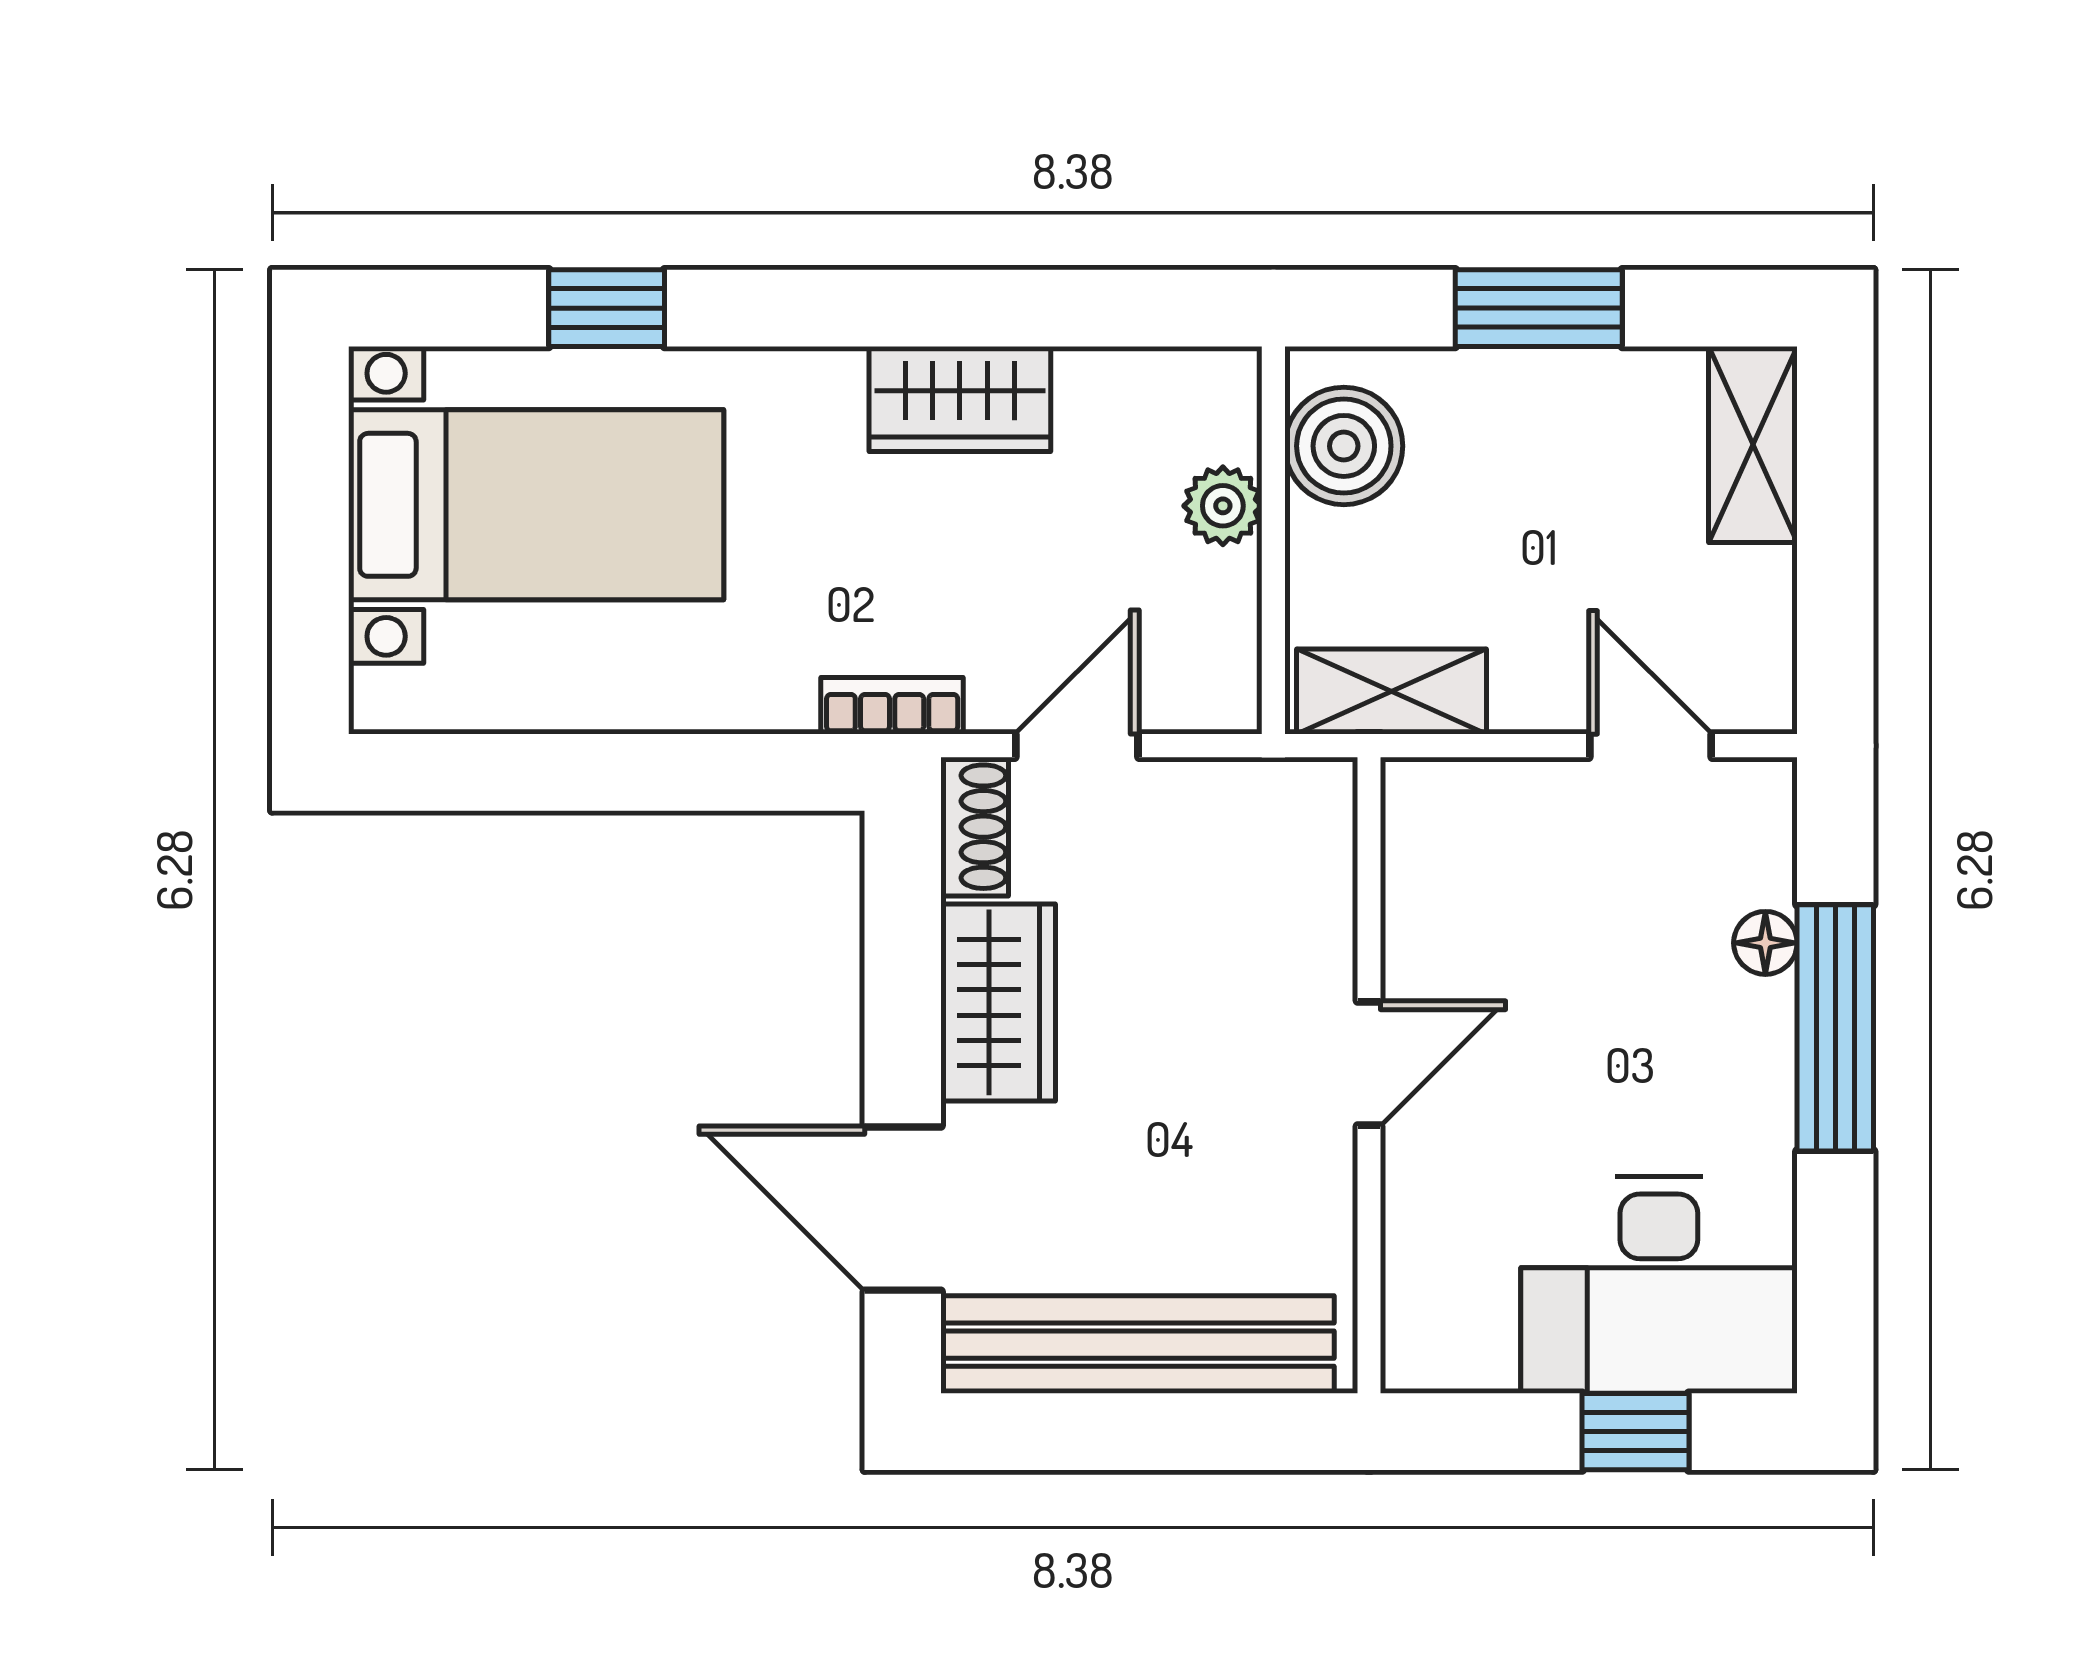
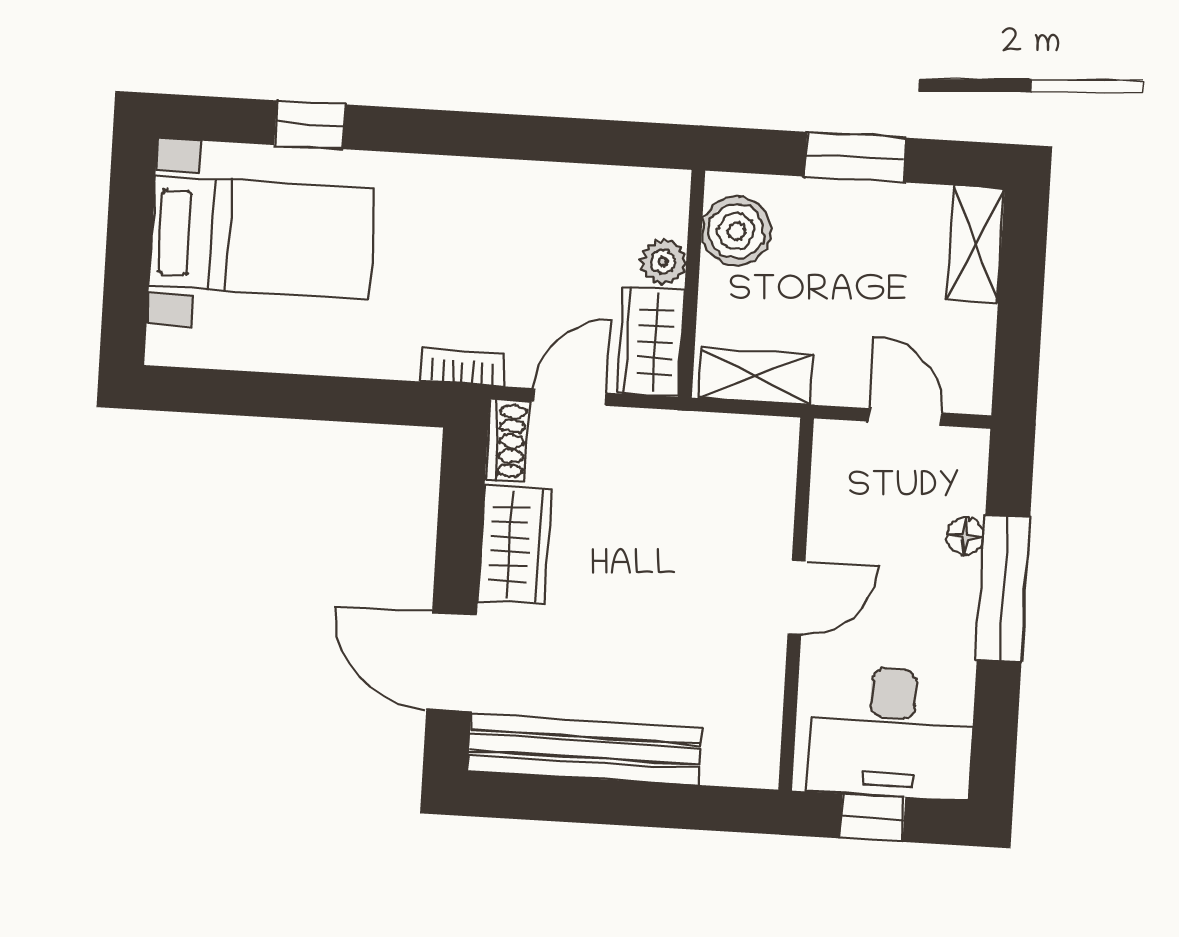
wardrobe: (960, 399) -> (651, 342), moved, turned 90
door: (1369, 1063) -> (796, 597), moved
wall: (1369, 1075) -> (796, 604), moved

